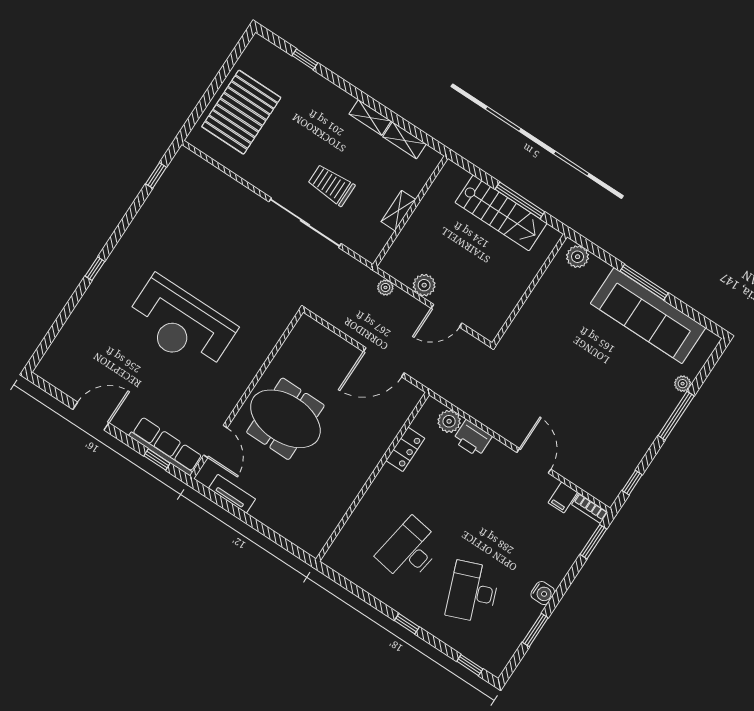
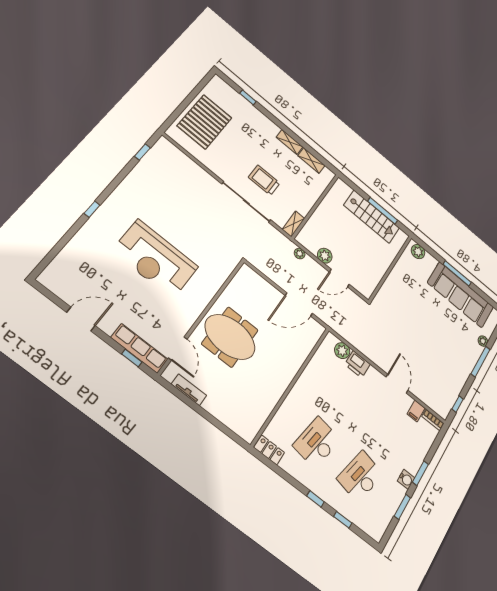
shelving: (398, 211) -> (294, 224), moved
locker: (405, 449) -> (269, 450), moved, turned -90
window: (593, 542) -> (420, 473), moved
desk: (473, 592) -> (360, 476), turned 33
window: (470, 665) -> (343, 520), moved

